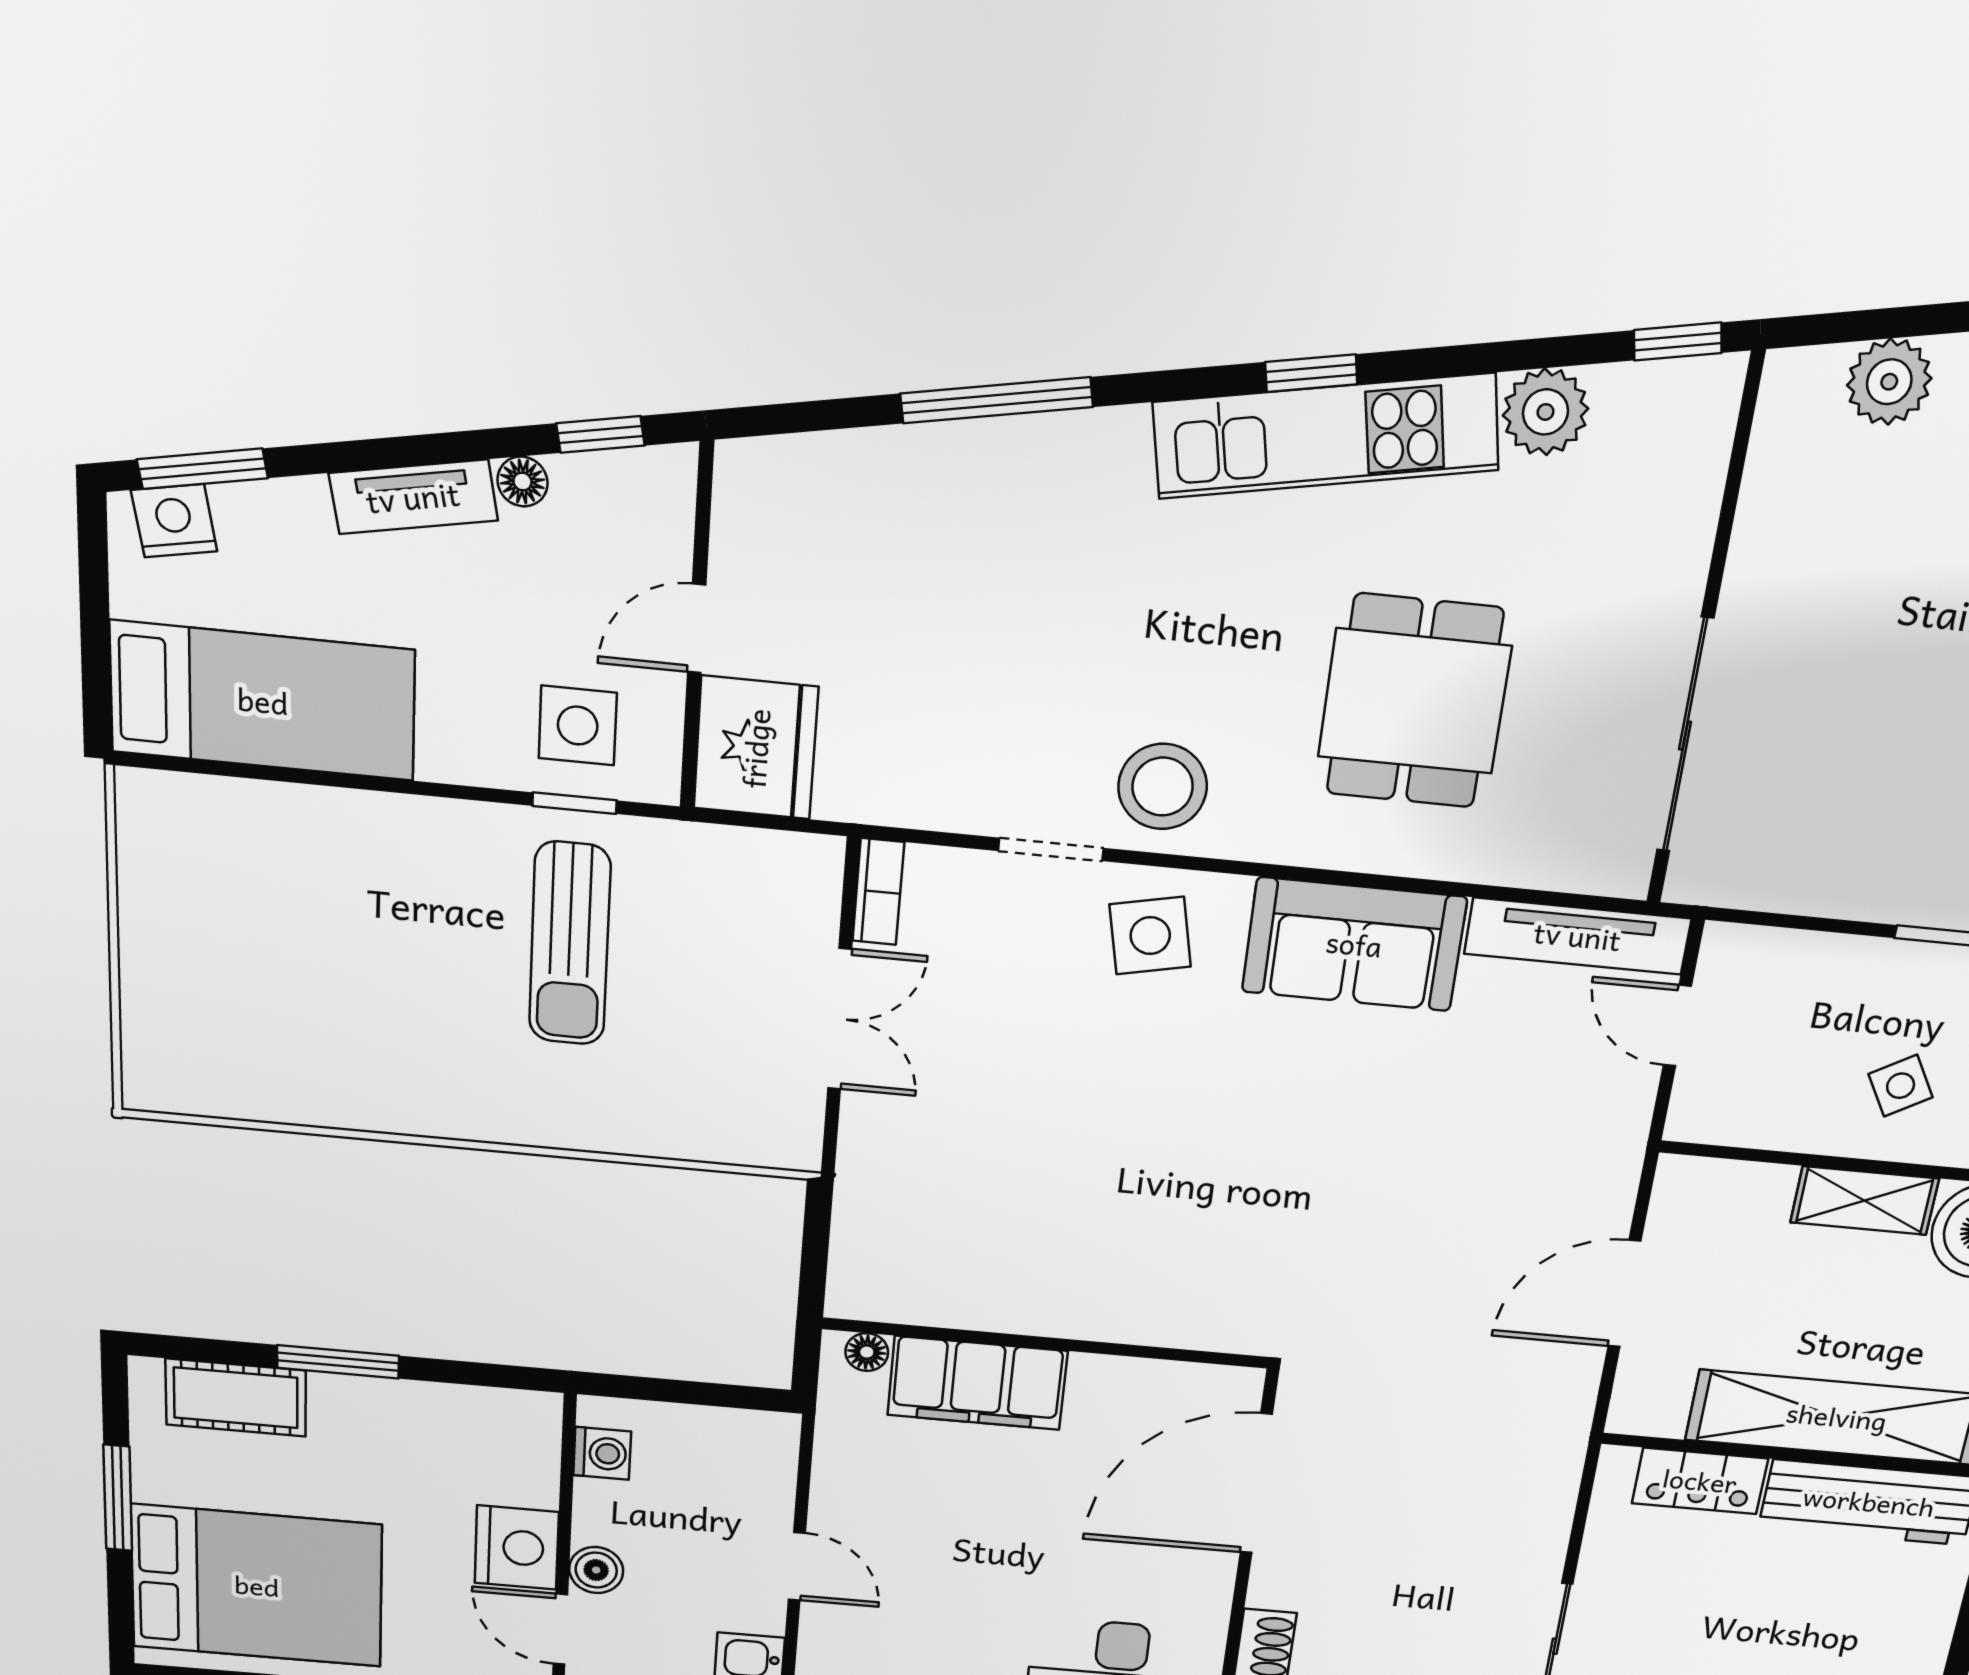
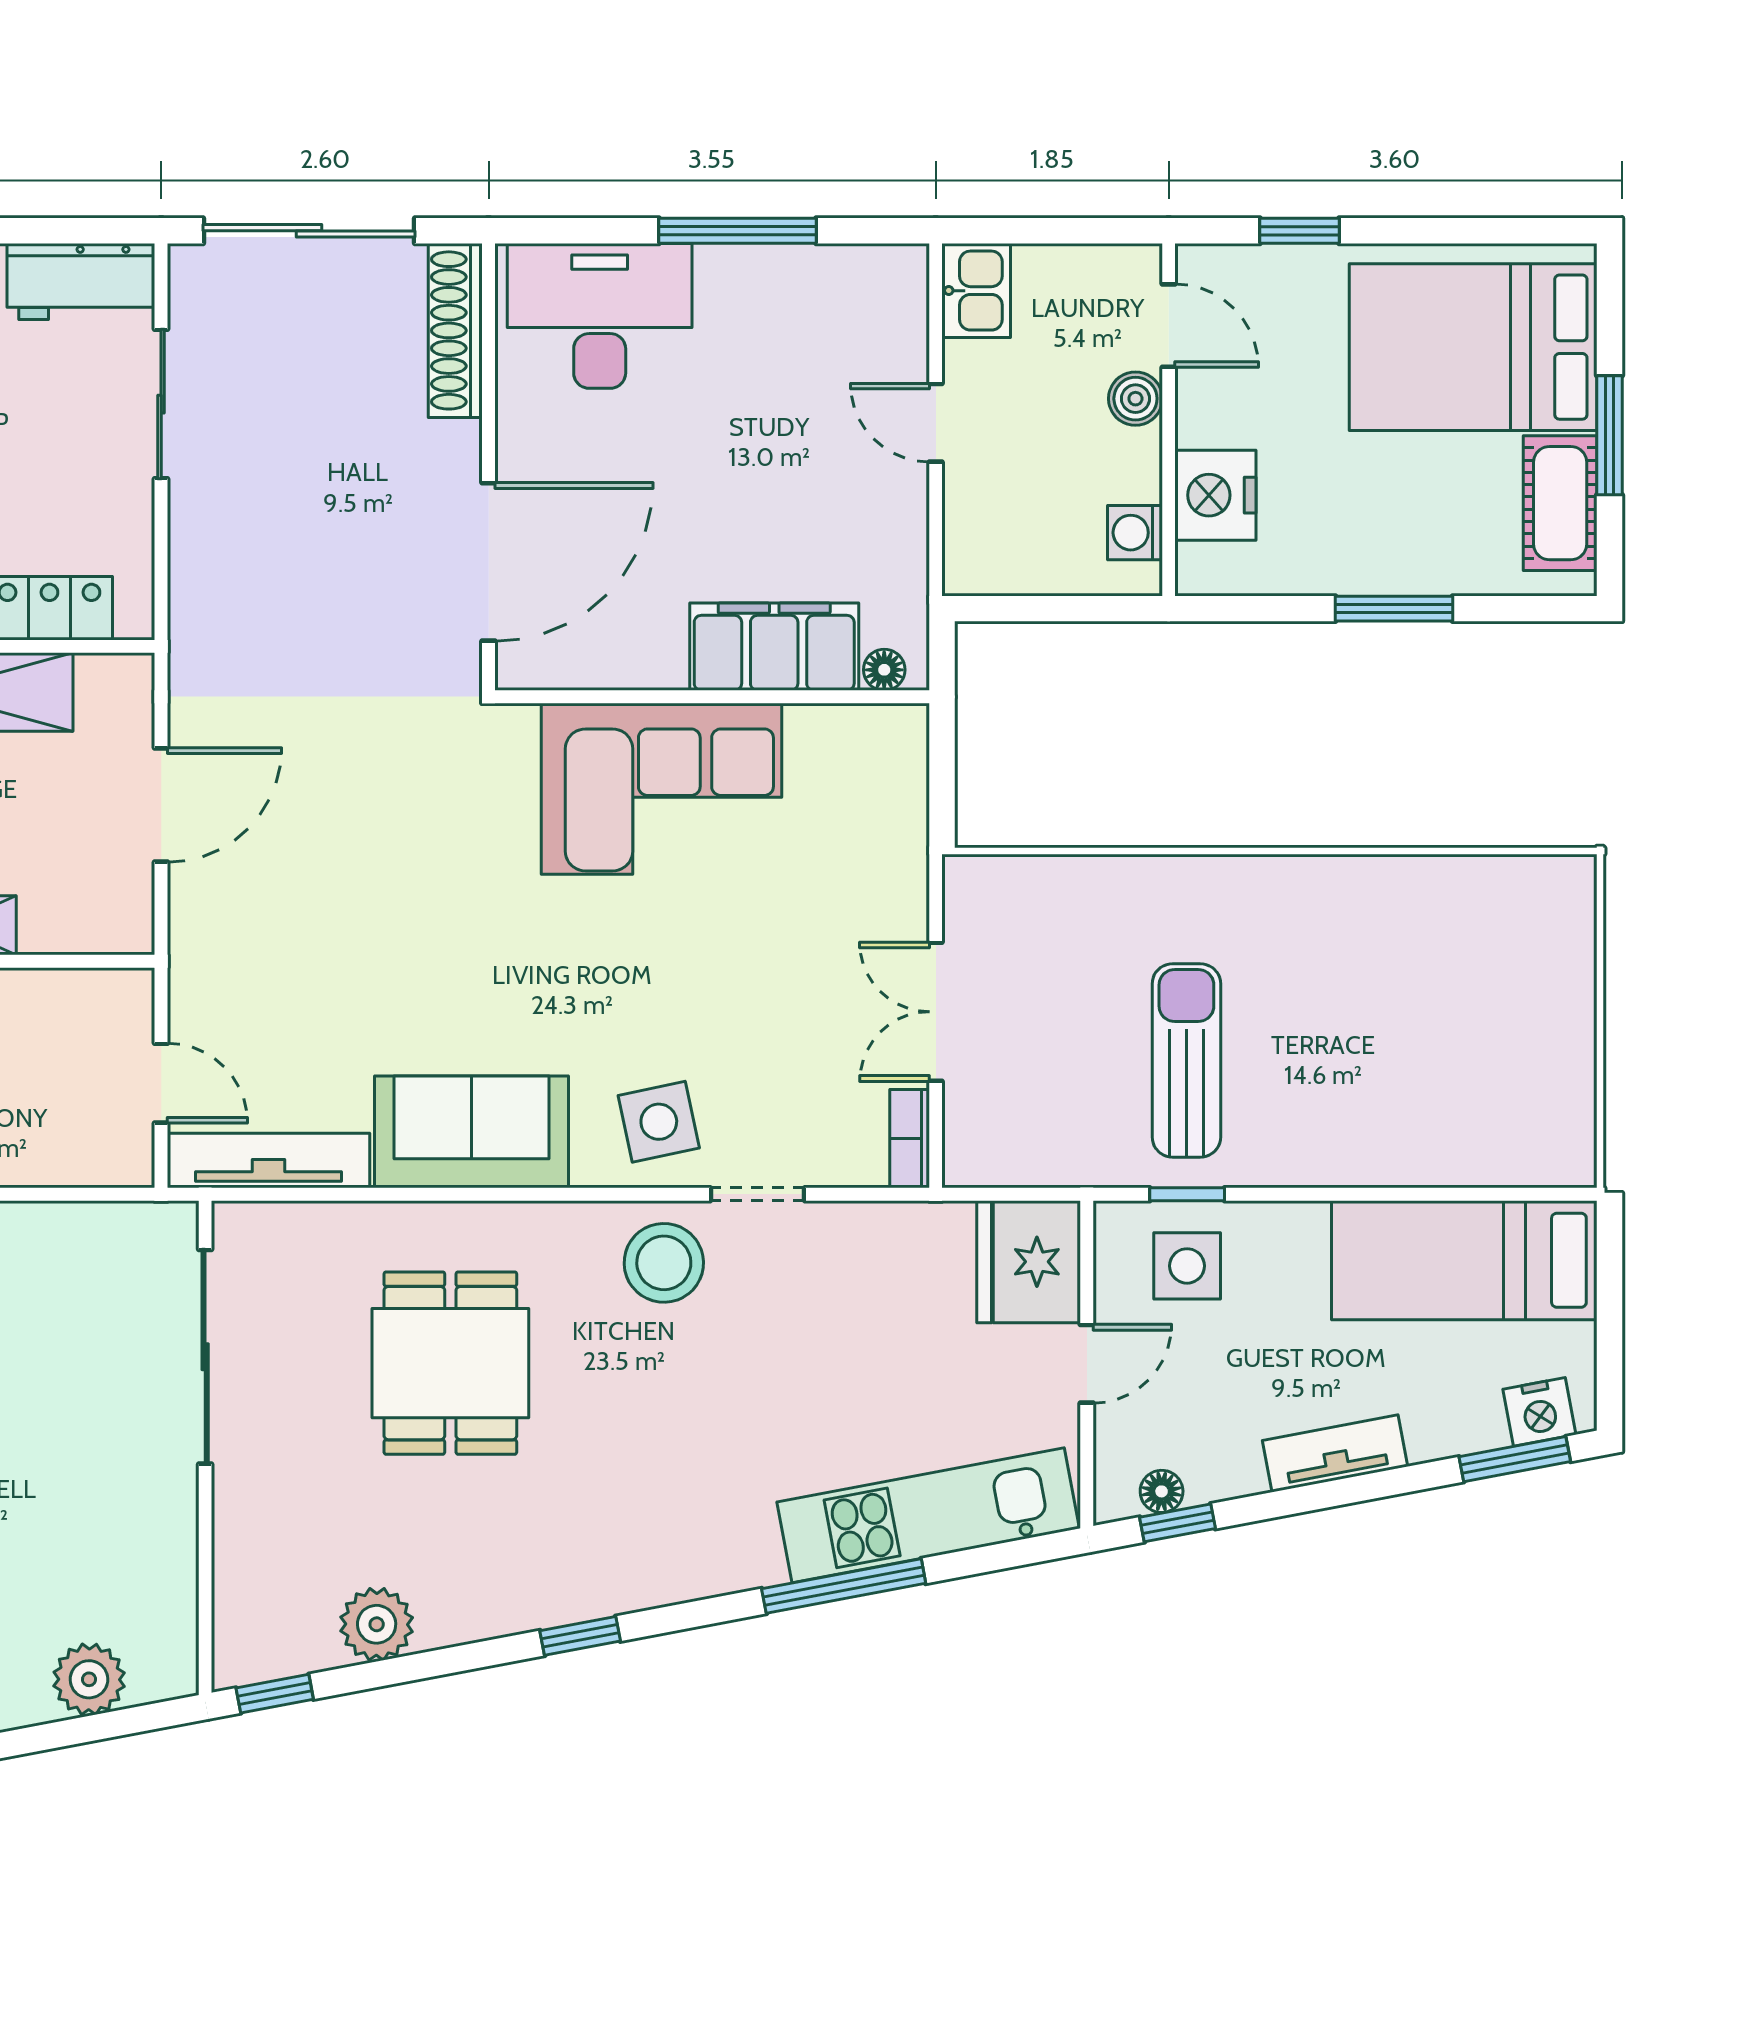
kitchen unit: (1326, 436) -> (928, 1515), moved
floor lamp: (522, 481) -> (1162, 1491), moved
corner sofa: (1108, 1262) -> (661, 789), added
cot: (236, 1398) -> (1560, 503), moved, turned 90
nightstand: (517, 1547) -> (1215, 495), moved

